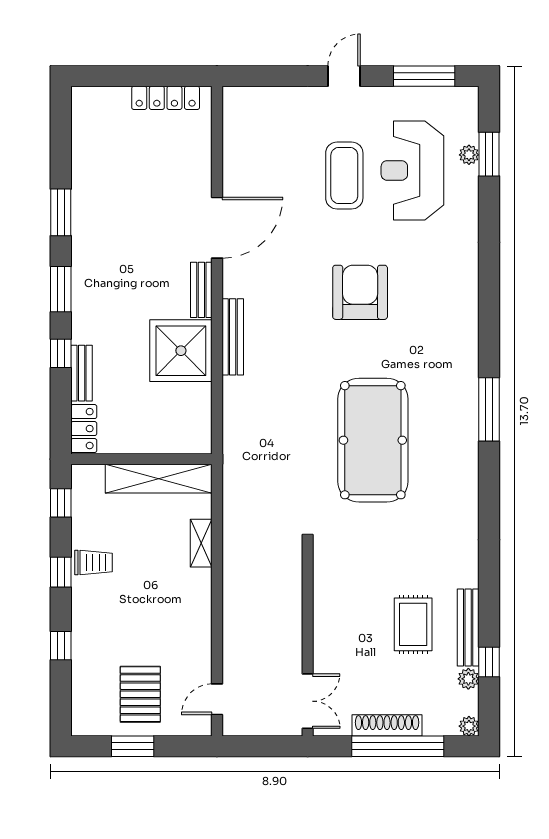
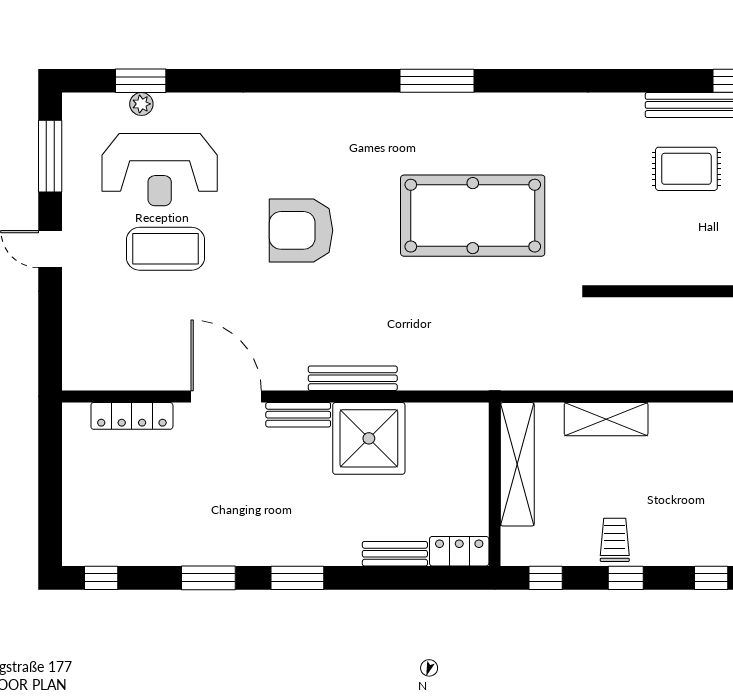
locker: (166, 98) -> (132, 416), moved, turned 90
window: (61, 353) -> (101, 578), moved
shelving: (201, 543) -> (606, 419), width x1.50, depth x1.33

